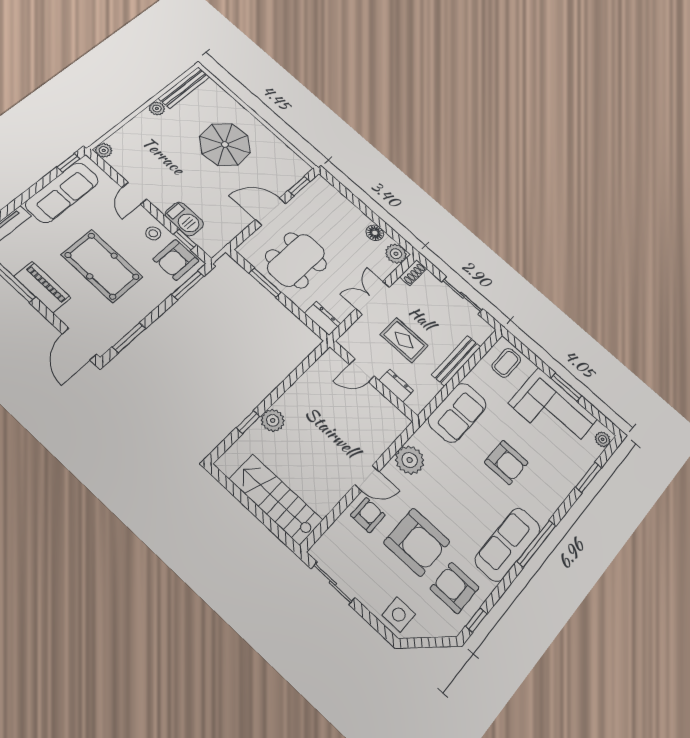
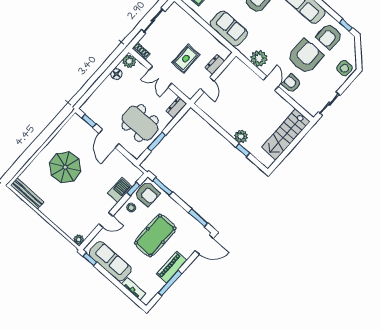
plant: (157, 108) -> (45, 210), removed
bench: (456, 361) -> (196, 27), removed

